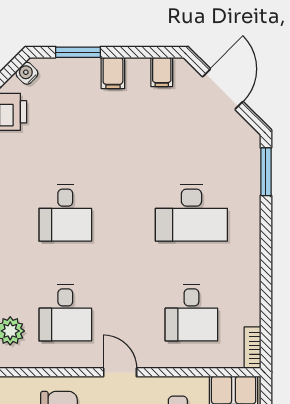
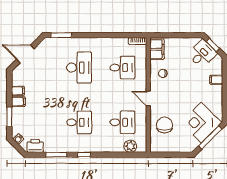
filing cabinet: (162, 72) -> (18, 91), moved
door: (120, 372) -> (148, 99), hinge flipped

